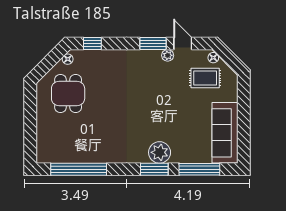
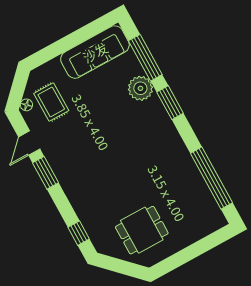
plant: (168, 55) -> (49, 152), removed
floor lamp: (68, 59) -> (108, 249), removed
plant: (160, 152) -> (140, 88), moved

